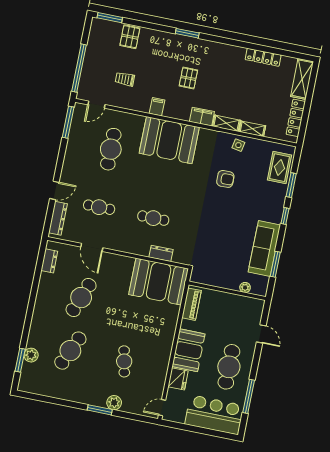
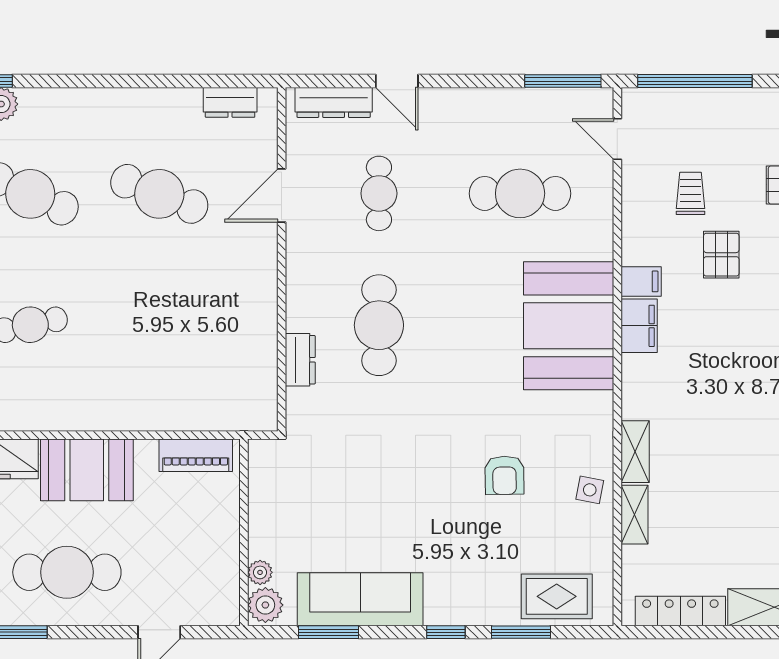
pallet: (188, 78) -> (721, 255), moved, turned 90
filing cabinet: (202, 117) -> (639, 326), moved
cafe table: (153, 218) -> (379, 325), width x1.37, depth x1.35
booth: (159, 282) -> (233, 368), removed
plant: (259, 288) -> (265, 605), added

